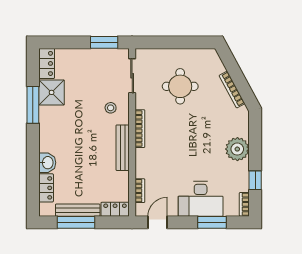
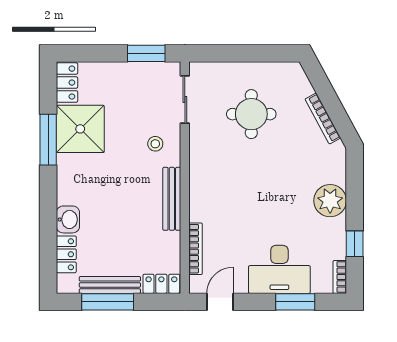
shower: (52, 92) -> (80, 129), width x1.37, depth x1.37
bookcase: (140, 129) -> (196, 172), removed
bookcase: (140, 191) -> (196, 249), width x1.56

